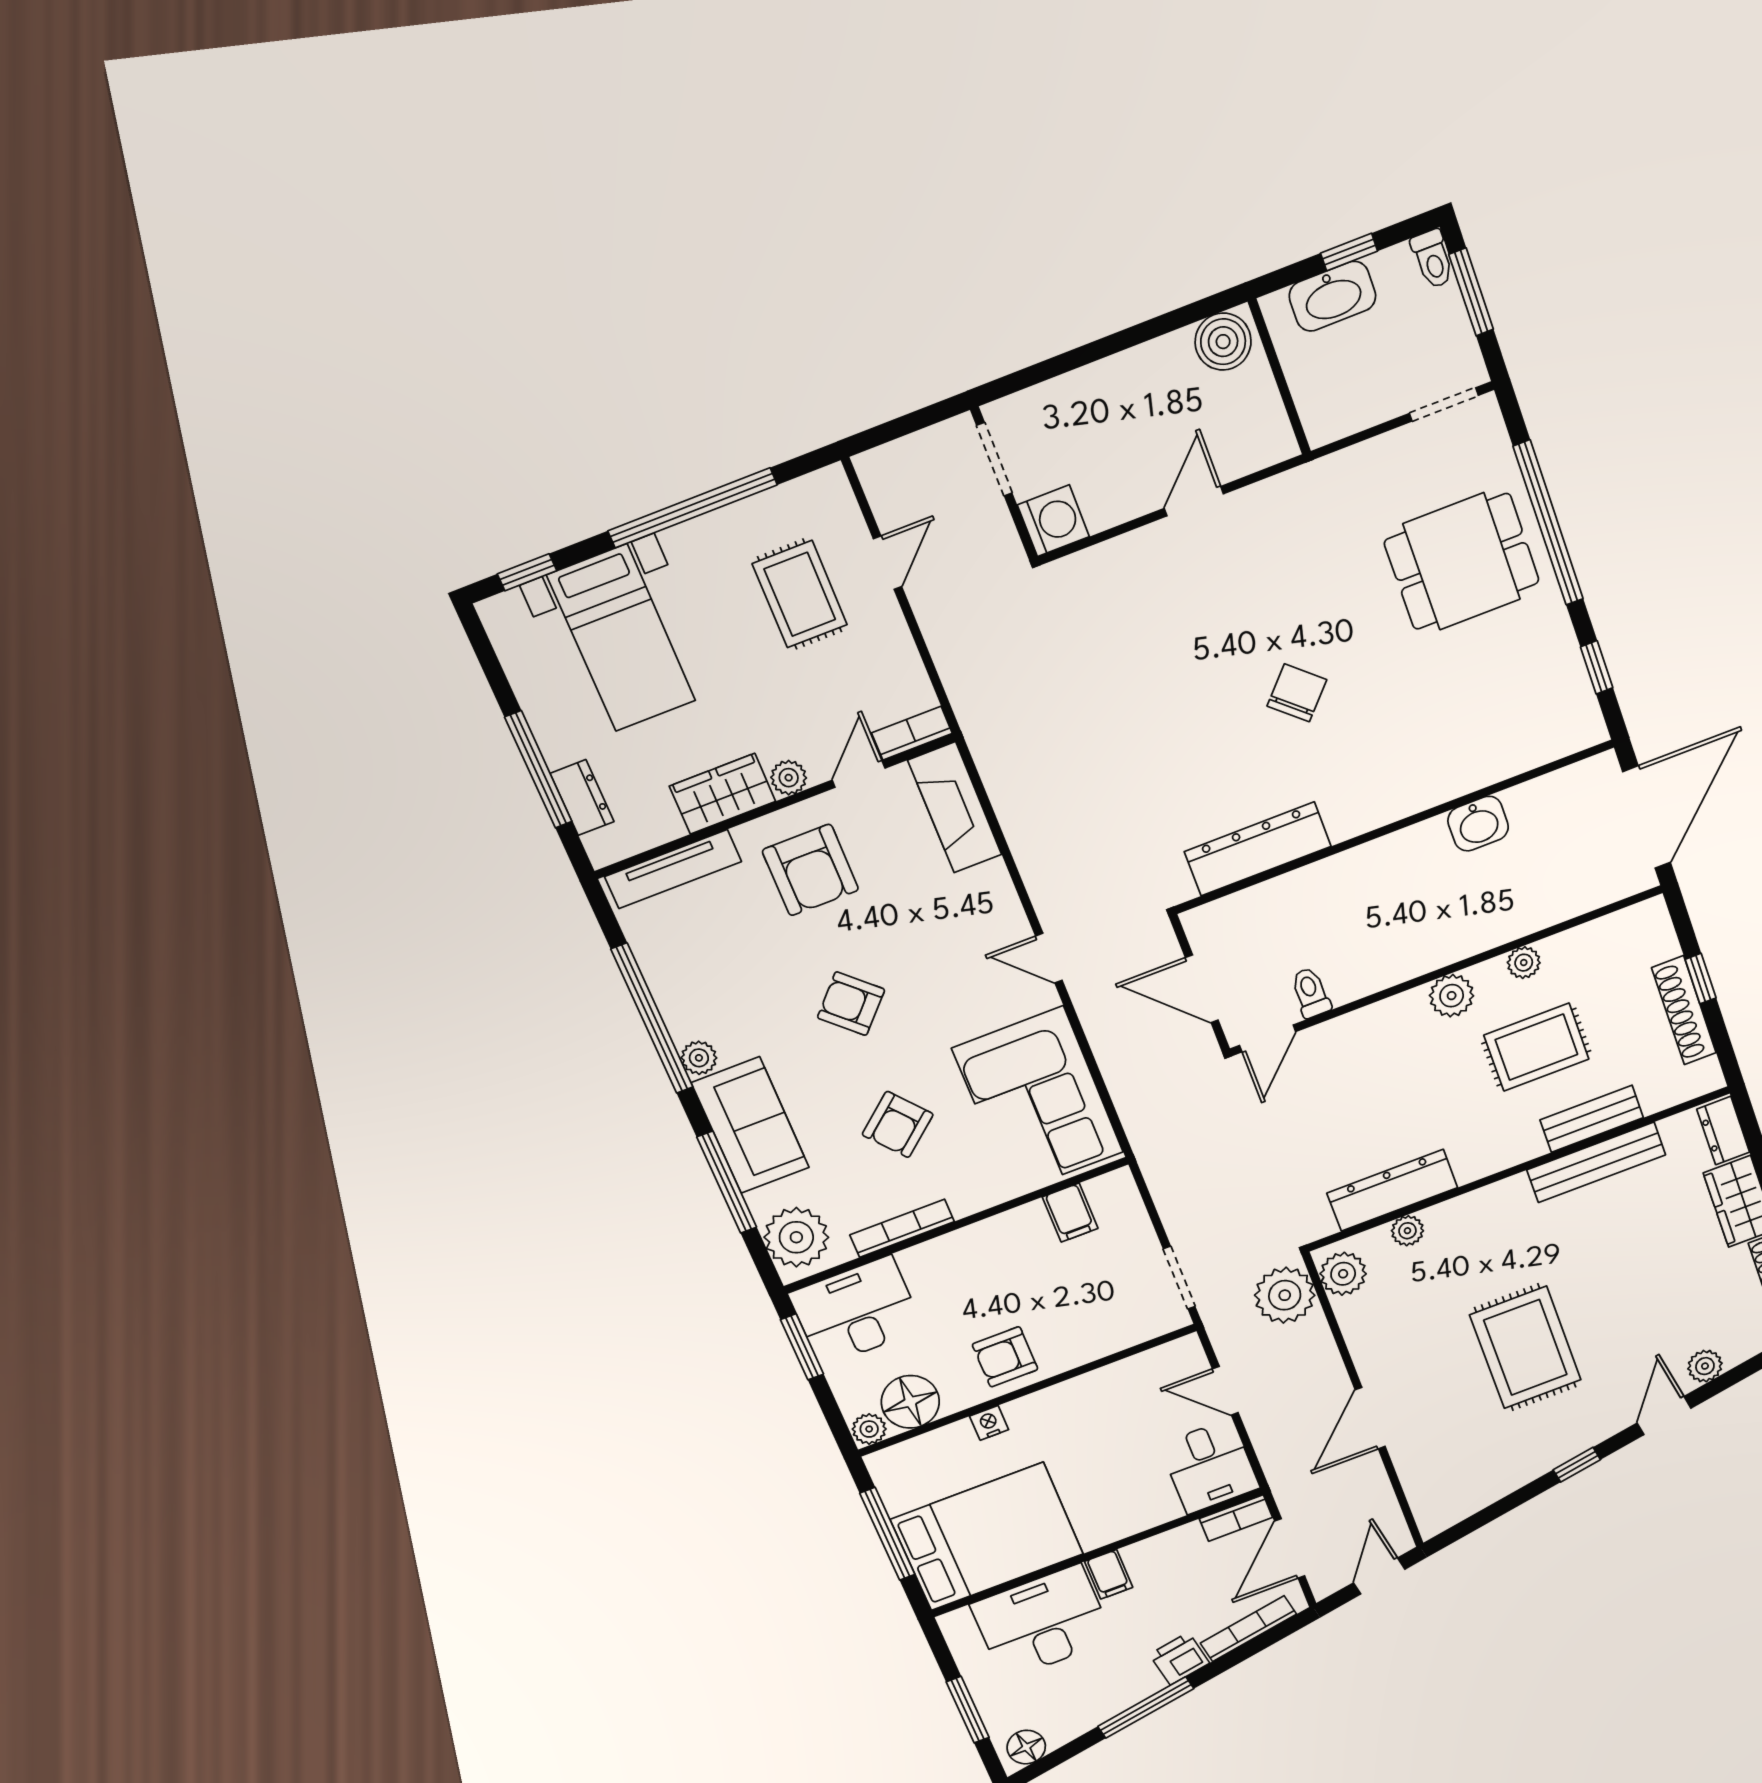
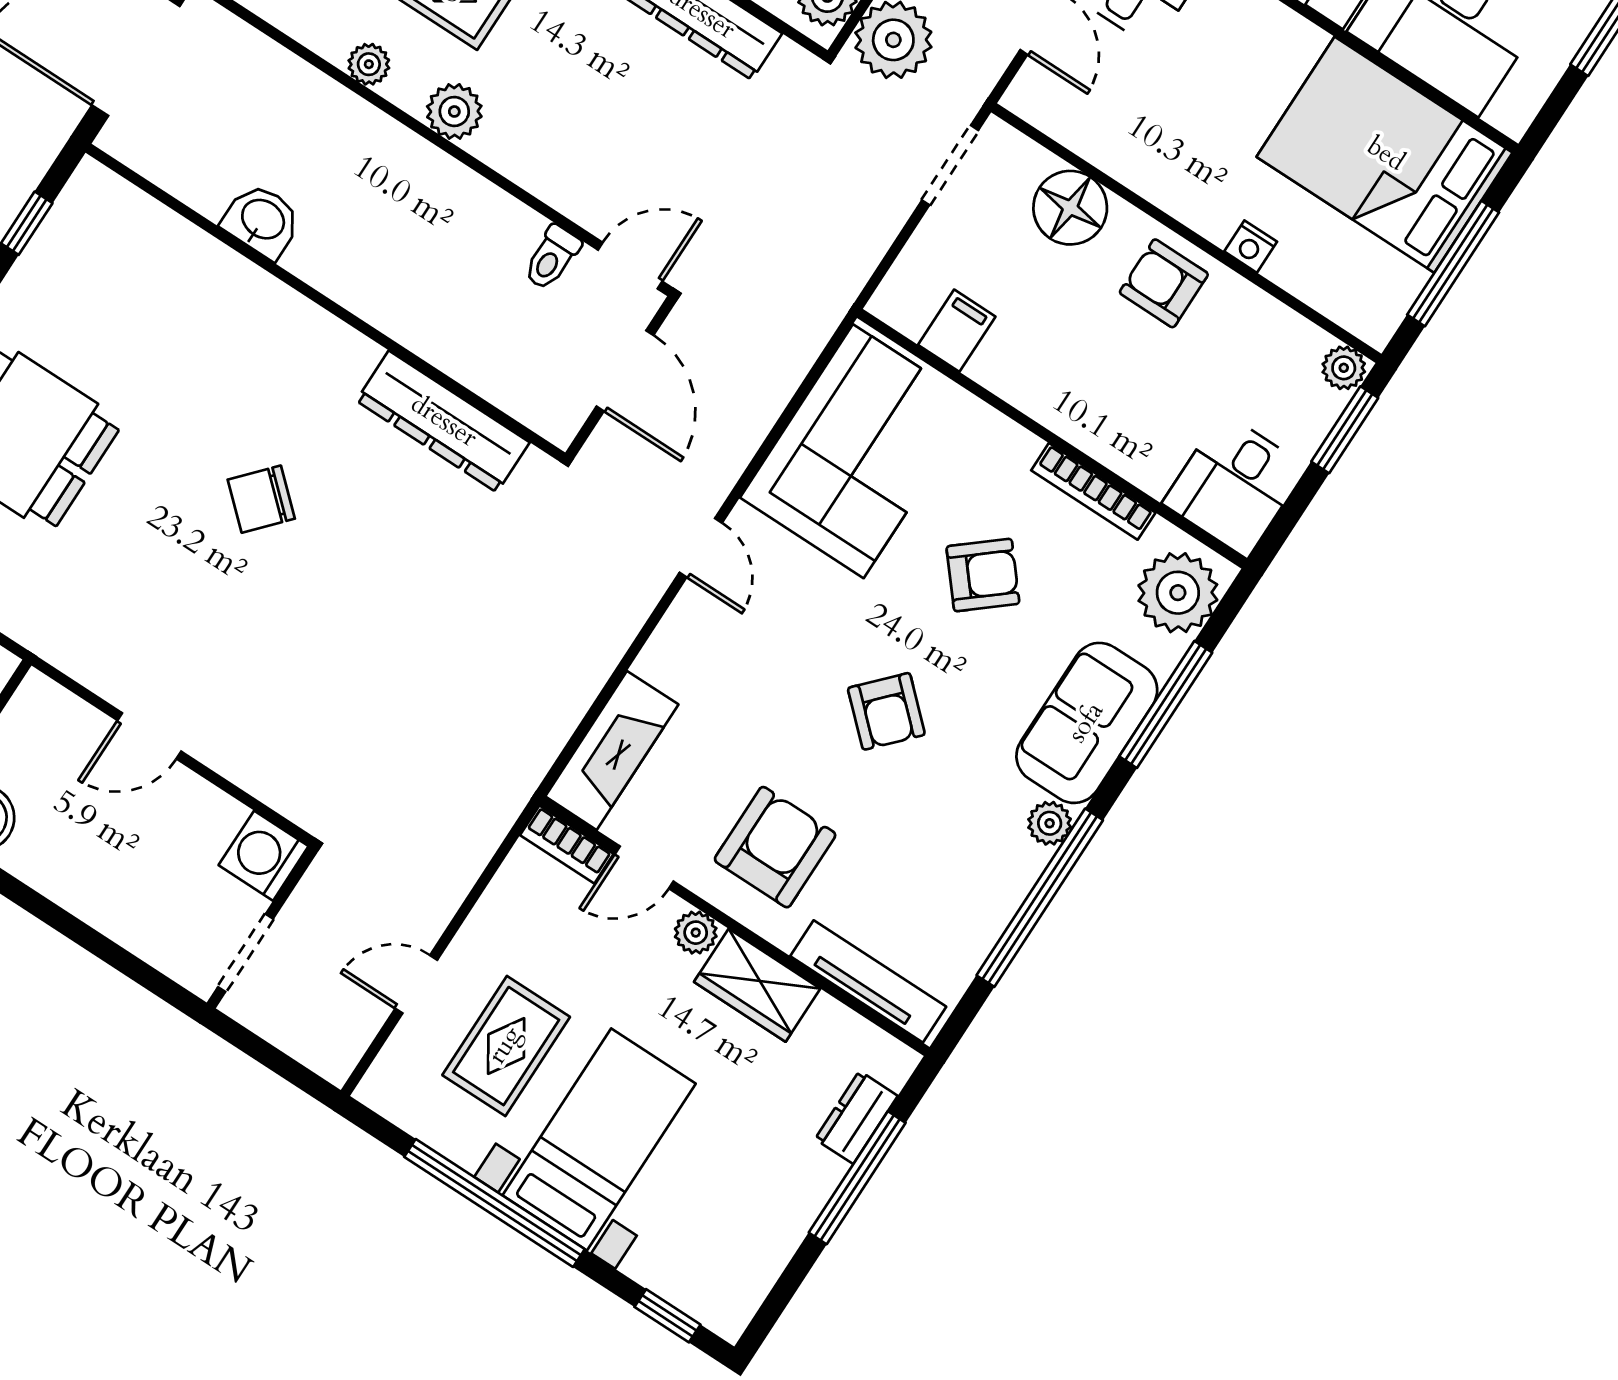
bed with nightstands: (621, 638) -> (599, 1139), moved
desk: (856, 1311) -> (1235, 485), width x0.73
window: (802, 1347) -> (1345, 430), moved
armchair: (1005, 1357) -> (1164, 283), turned 180
floor lamp: (910, 1402) -> (1070, 208), moved

